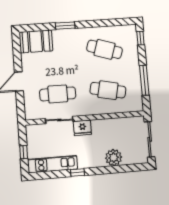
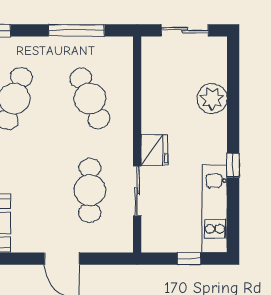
cafe table: (108, 90) -> (90, 99), turned -36
sliding door: (150, 139) -> (185, 30), width x0.73

